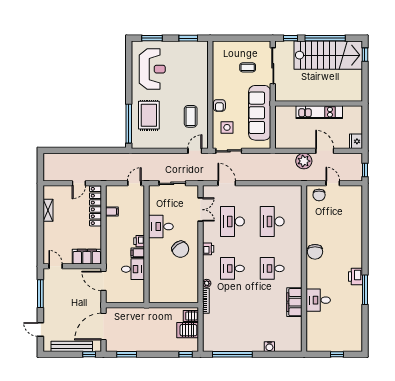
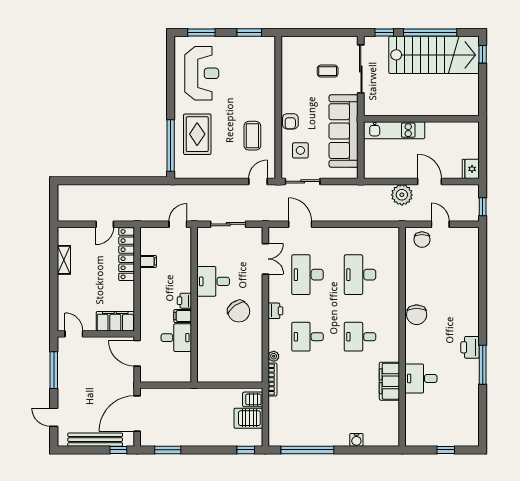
kitchen unit: (319, 112) -> (394, 130), moved

